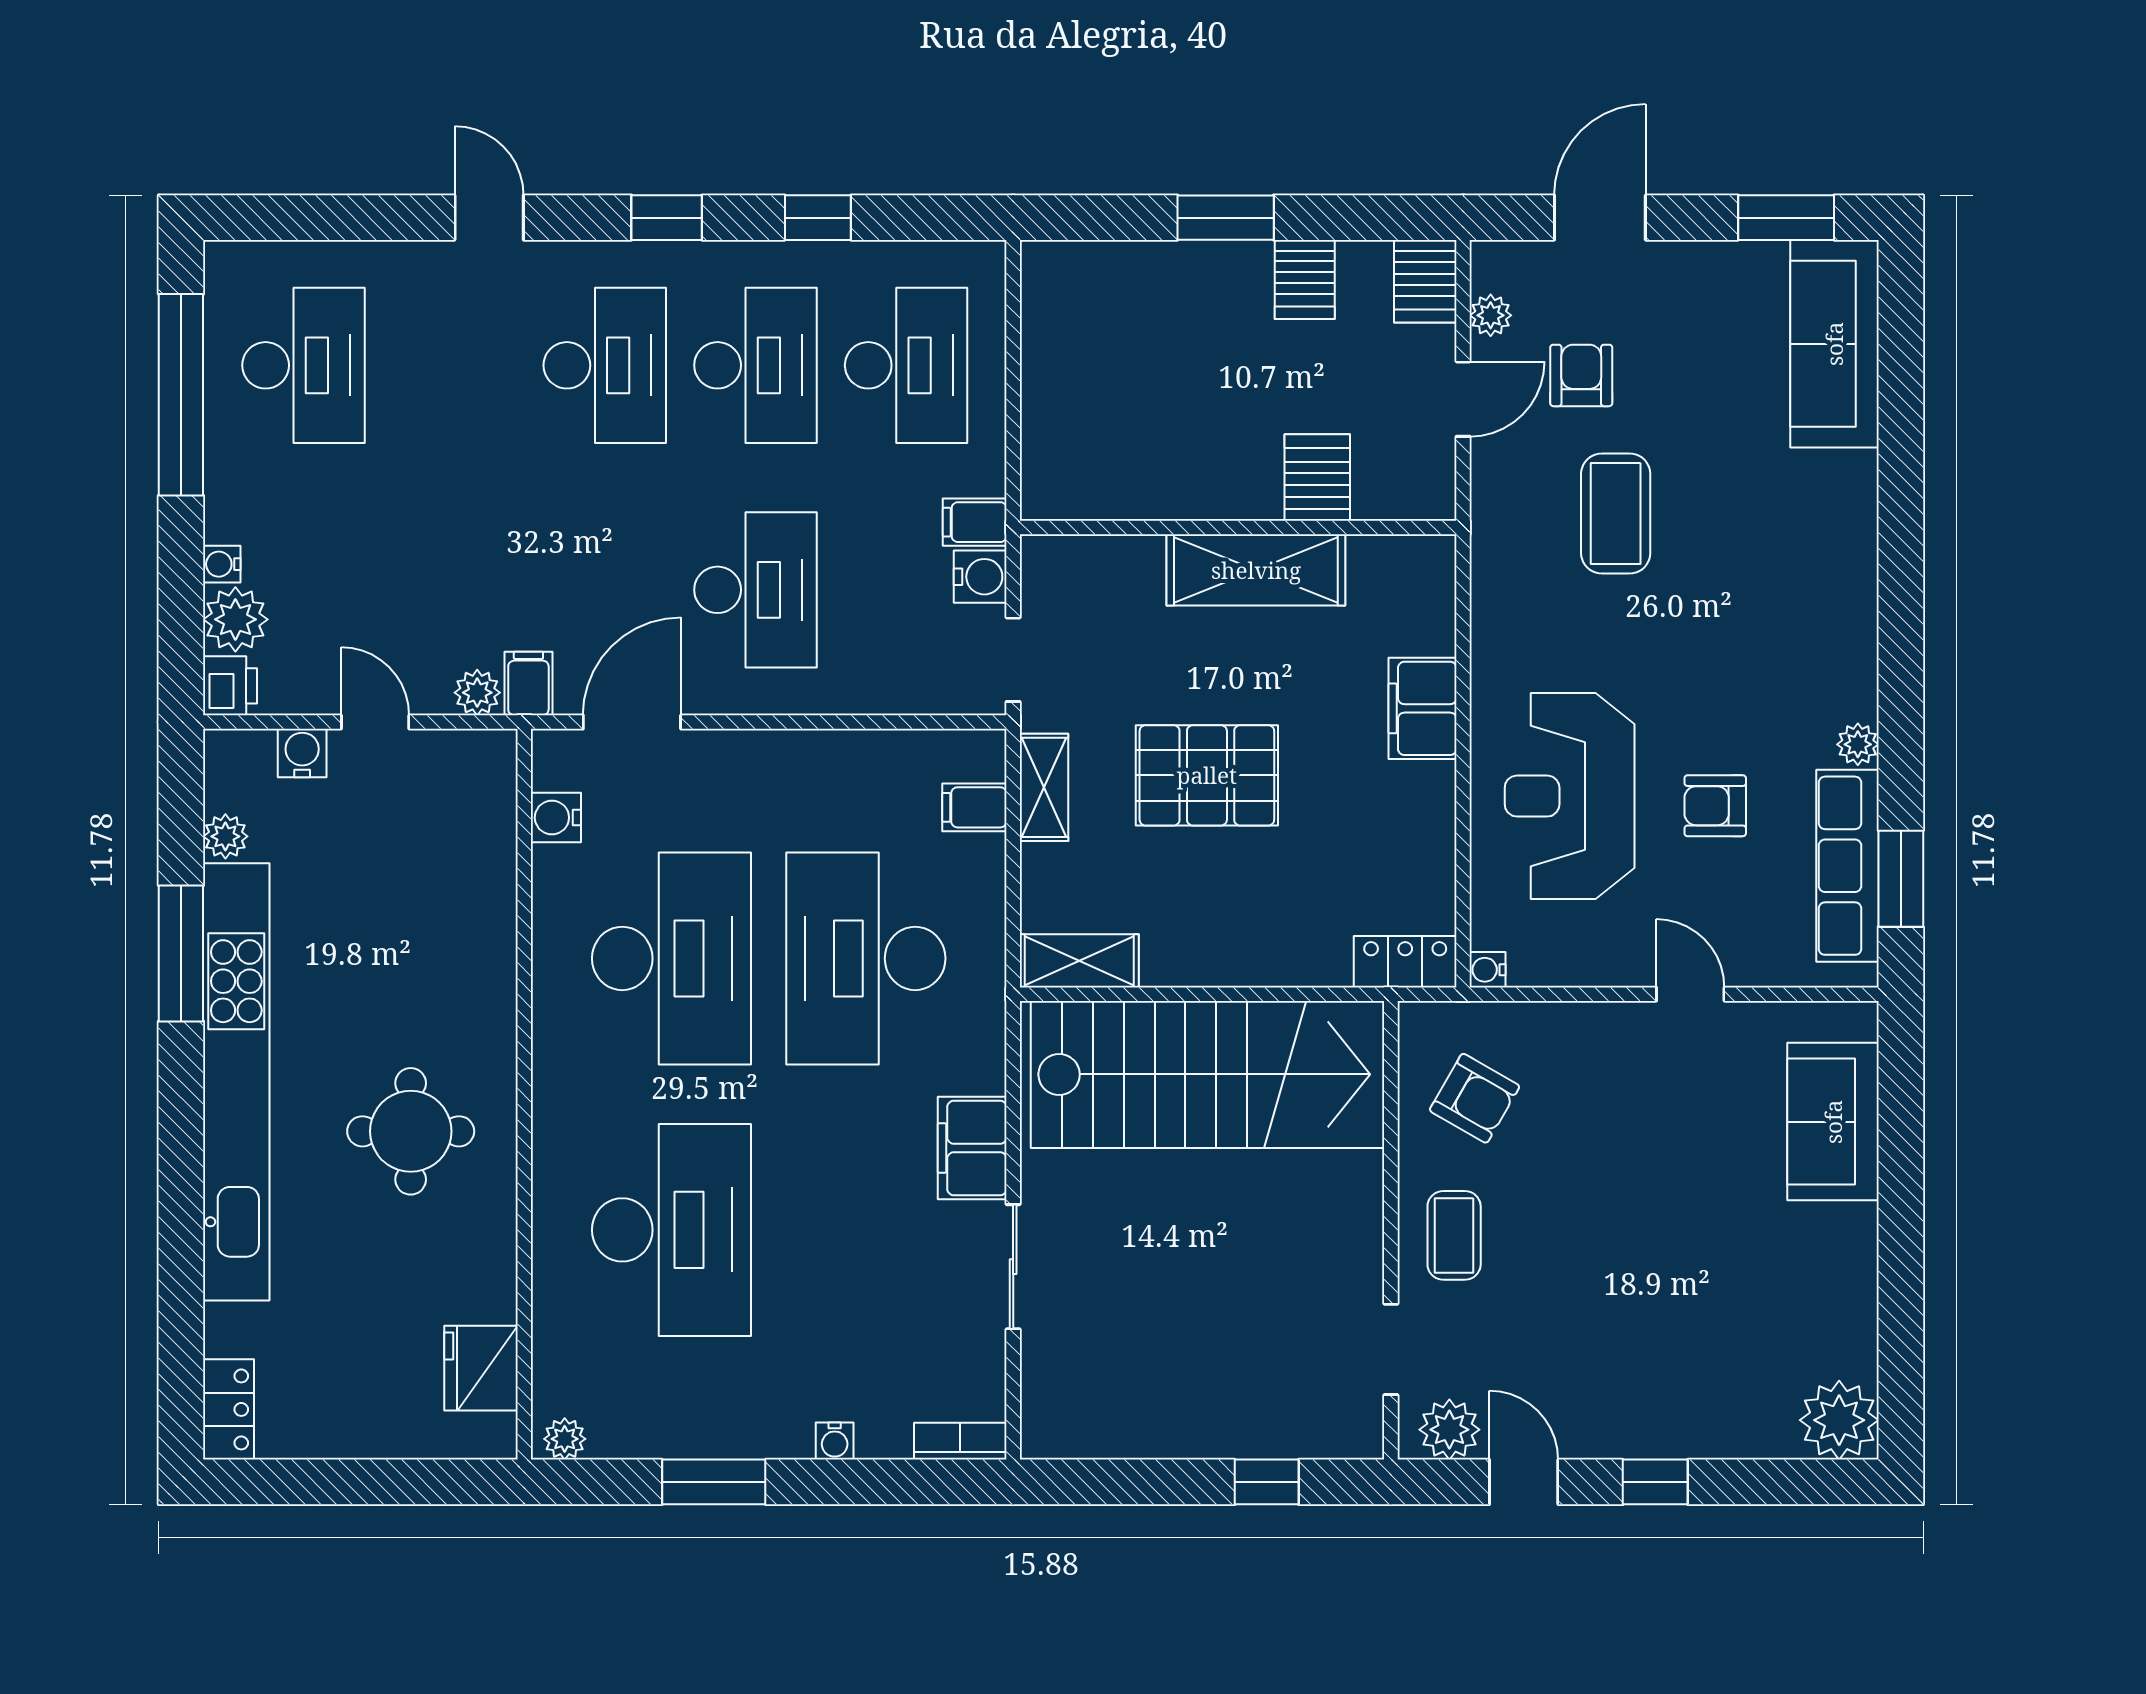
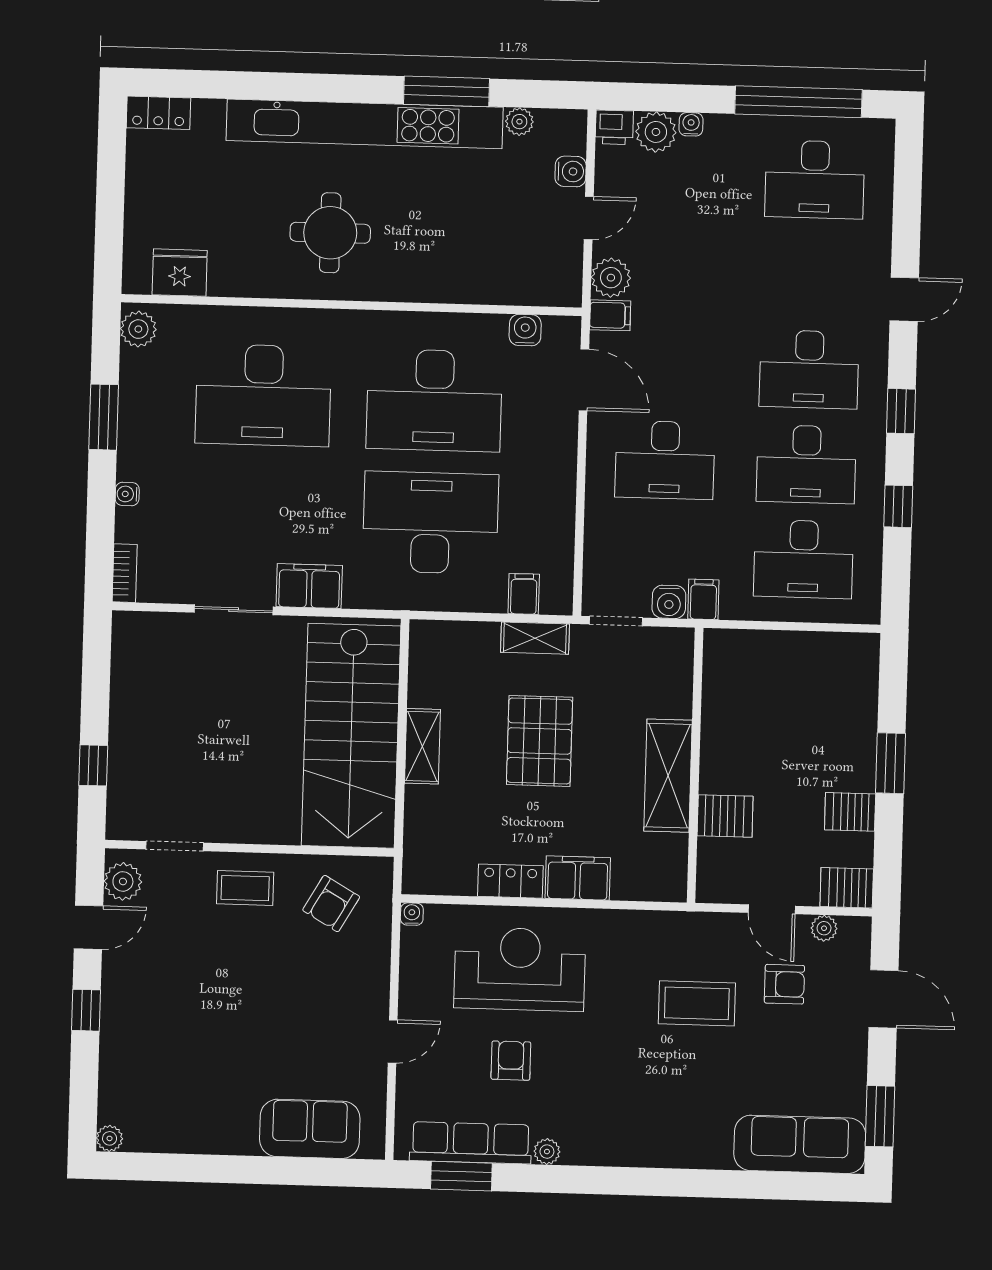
plant: (477, 693) -> (611, 278), width x1.38, depth x1.38
shelving: (1079, 961) -> (422, 746), moved
locker: (1405, 962) -> (510, 881), moved, turned -90
plant: (1839, 1420) -> (110, 1138), width x0.53, depth x0.53
plant: (565, 1439) -> (138, 329), width x1.38, depth x1.38

